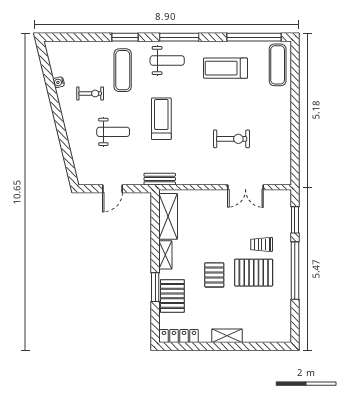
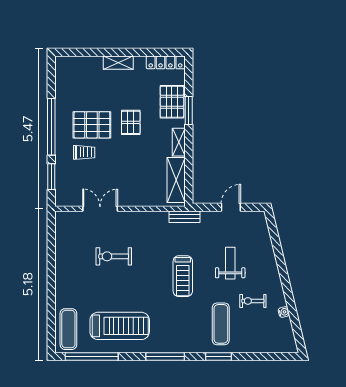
weight bench: (167, 60) -> (177, 333), removed
treadmill: (226, 68) -> (120, 326), width x1.37, depth x1.38
weight bench: (113, 132) -> (230, 263), turned 90

